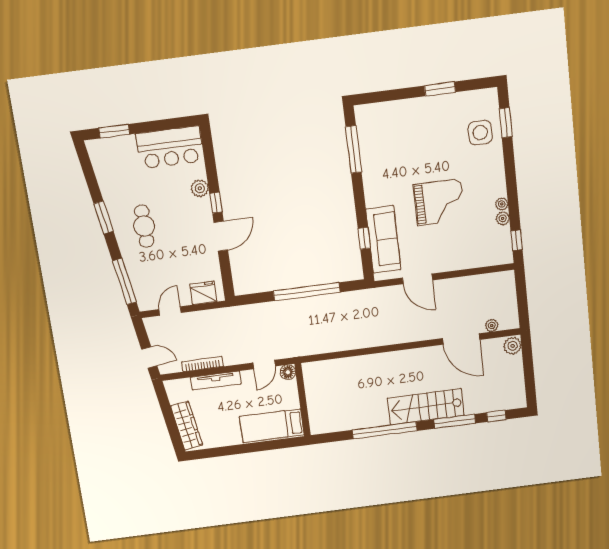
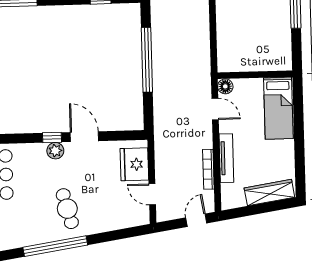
plant: (200, 188) -> (55, 151), moved
window: (104, 218) -> (55, 246), width x2.11
cafe table: (144, 226) -> (67, 209), turned 75
window: (124, 281) -> (119, 235), removed
fridge: (203, 293) -> (134, 164), width x1.36, depth x1.34

